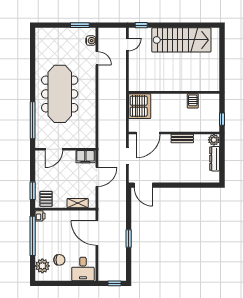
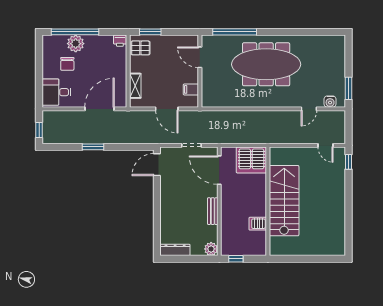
stairs: (181, 40) -> (284, 201), moved, turned 180
filing cabinet: (85, 157) -> (191, 89), width x0.50
dresser: (215, 159) -> (175, 250), moved
window: (33, 236) -> (75, 32), moved
plant: (42, 266) -> (76, 44), moved

